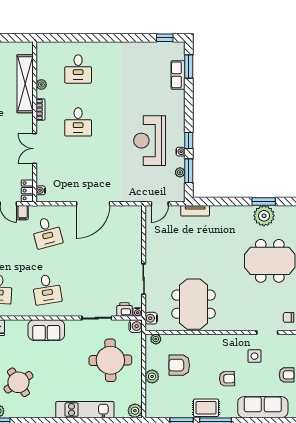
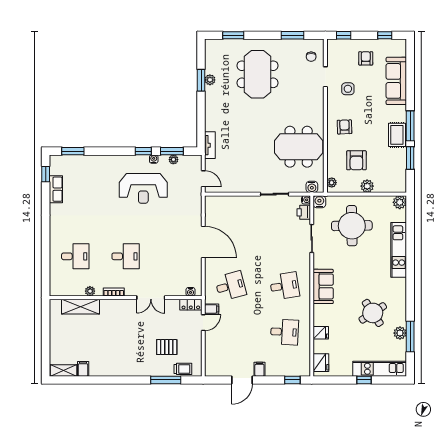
row of seats: (178, 75) -> (56, 189), moved, turned -90
shelving: (25, 84) -> (80, 307), width x0.68
plant: (264, 216) -> (210, 80), width x0.53, depth x0.53
armchair: (227, 379) -> (344, 127), moved

